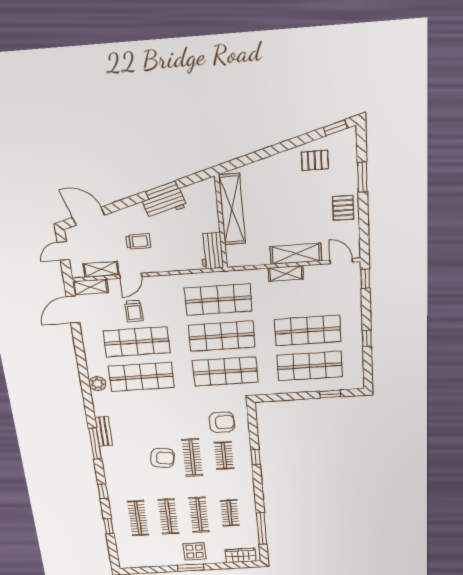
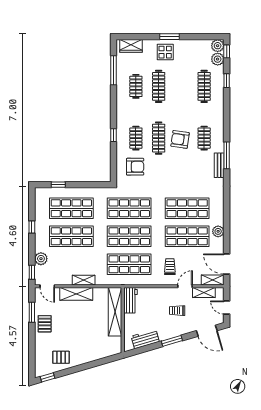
window: (362, 177) -> (32, 312), moved
window: (162, 190) -> (172, 341), moved
workbench: (165, 204) -> (145, 339), moved
shelving: (232, 209) -> (115, 312), moved
door: (63, 251) -> (227, 308), swing flipped
plant: (352, 298) -> (41, 259), added
door: (73, 310) -> (227, 264), swing flipped
trolley: (134, 311) -> (170, 267), moved
plant: (97, 384) -> (218, 231), moved
armchair: (222, 422) -> (135, 167), turned 180
window: (103, 491) -> (227, 51), moved
clothes rail: (168, 517) -> (204, 138), moved, width x0.73
plant: (124, 548) -> (218, 59), added
plant: (127, 562) -> (218, 46), added

